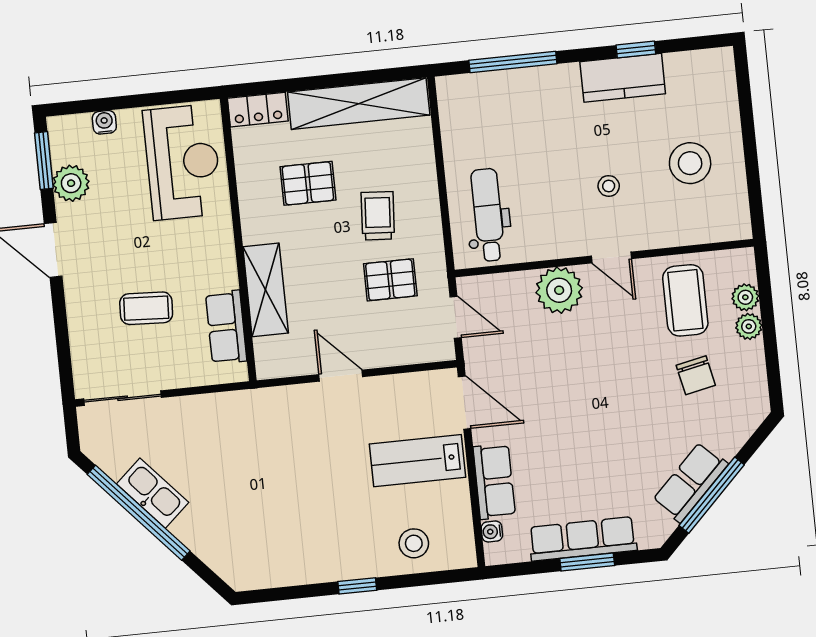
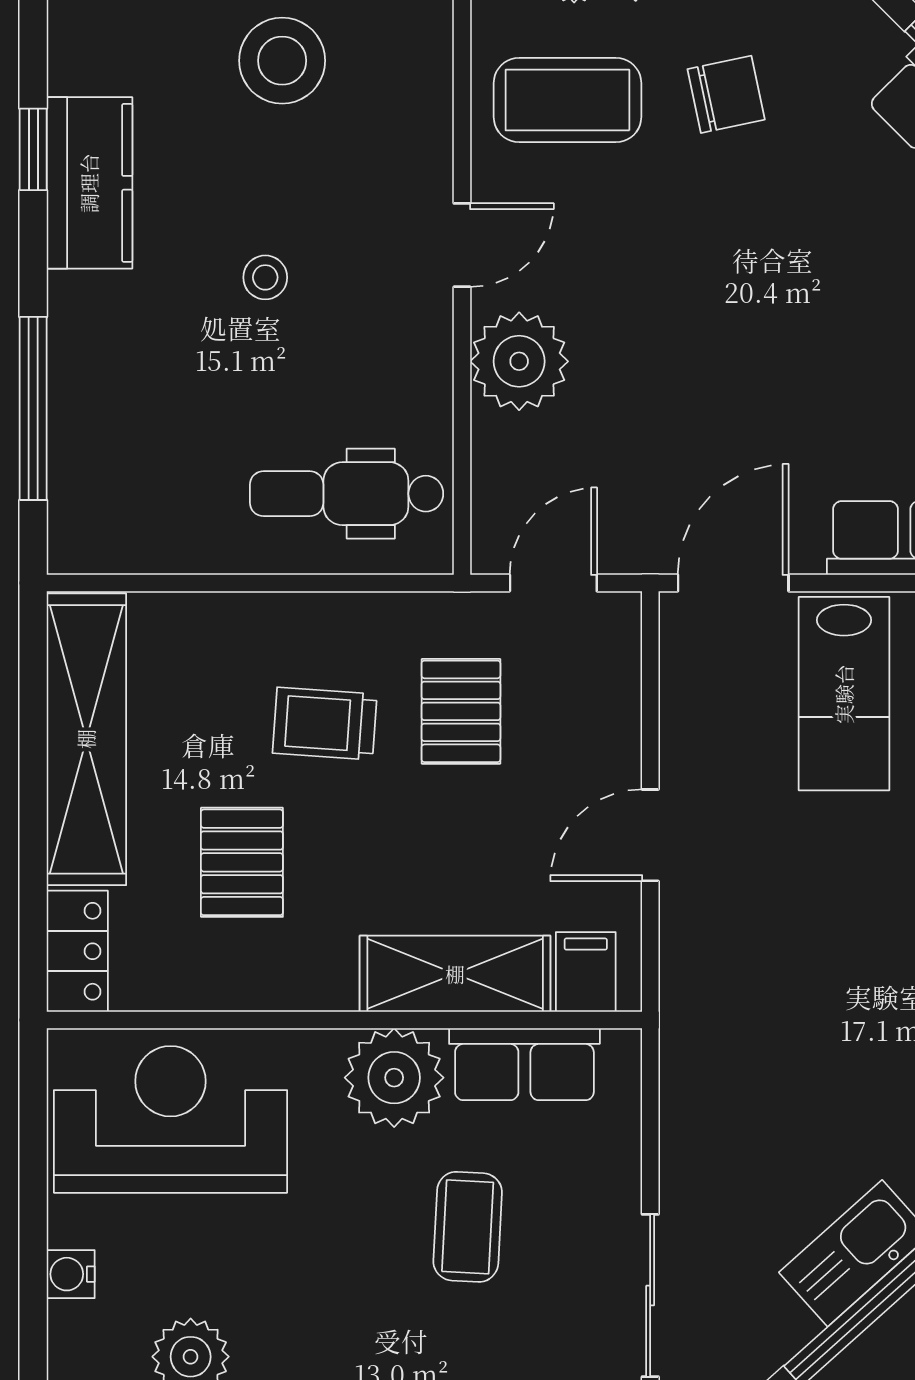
stool: (609, 186) -> (265, 277), moved
plant: (213, 266) -> (394, 1078), added
filing cabinet: (273, 352) -> (586, 972), added

